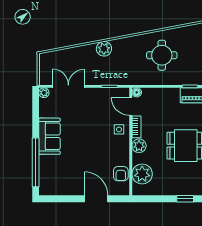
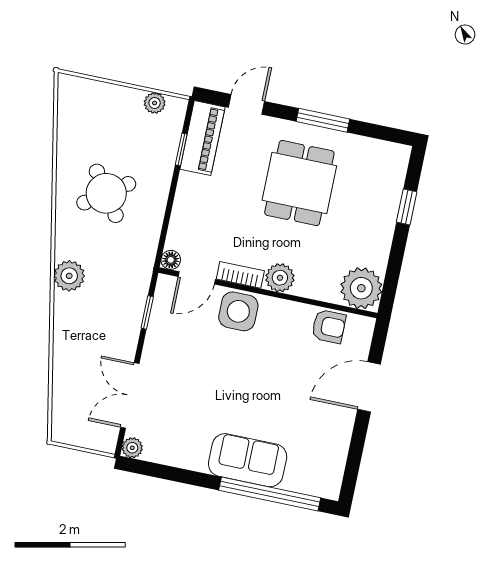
plant: (104, 49) -> (69, 276), moved
round table: (162, 55) -> (106, 193), turned -35
side table: (119, 129) -> (238, 311), width x1.87, depth x1.87
sofa: (49, 136) -> (248, 460), moved
plant: (142, 174) -> (361, 288), moved

